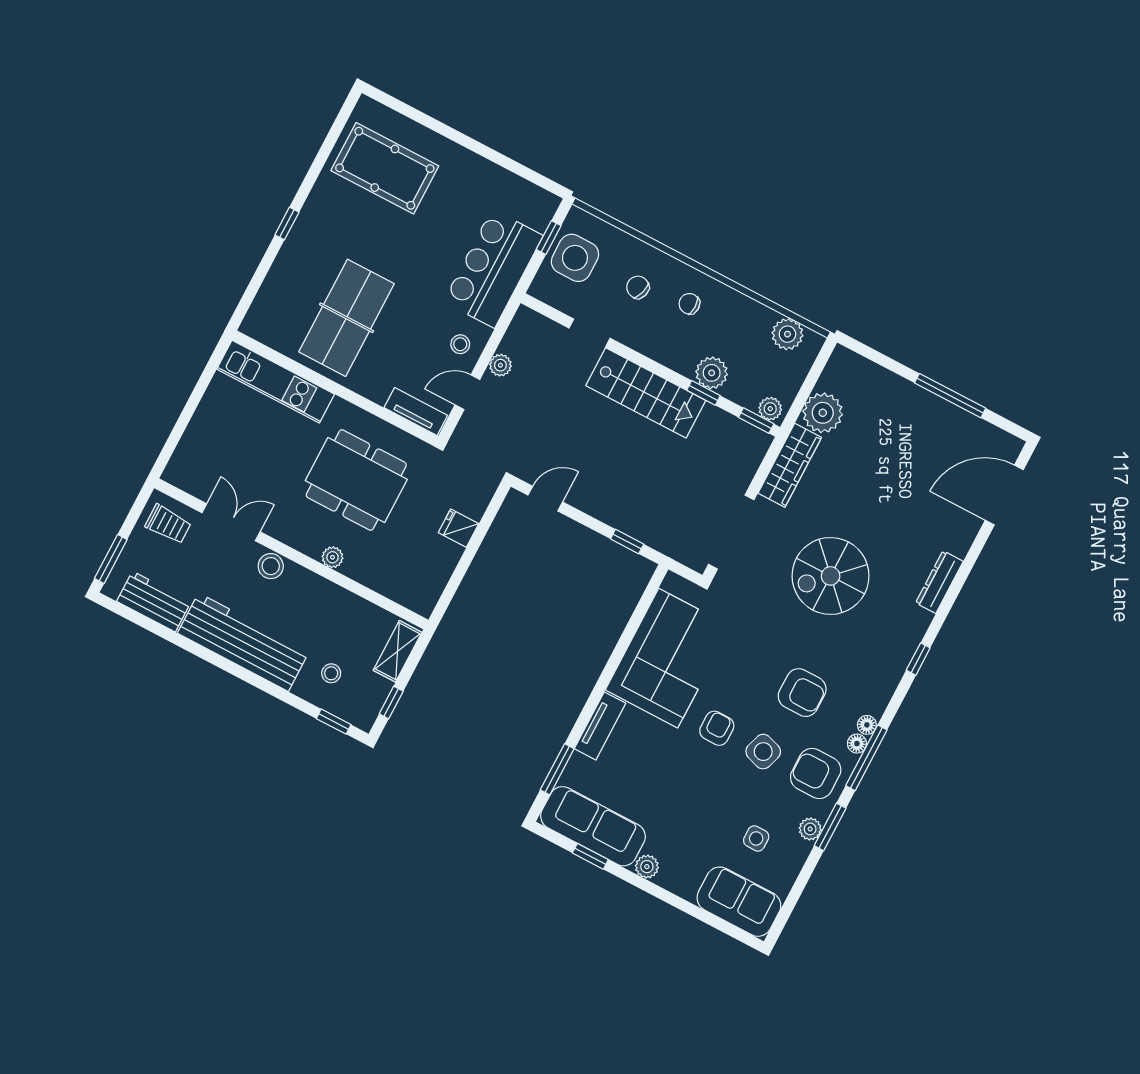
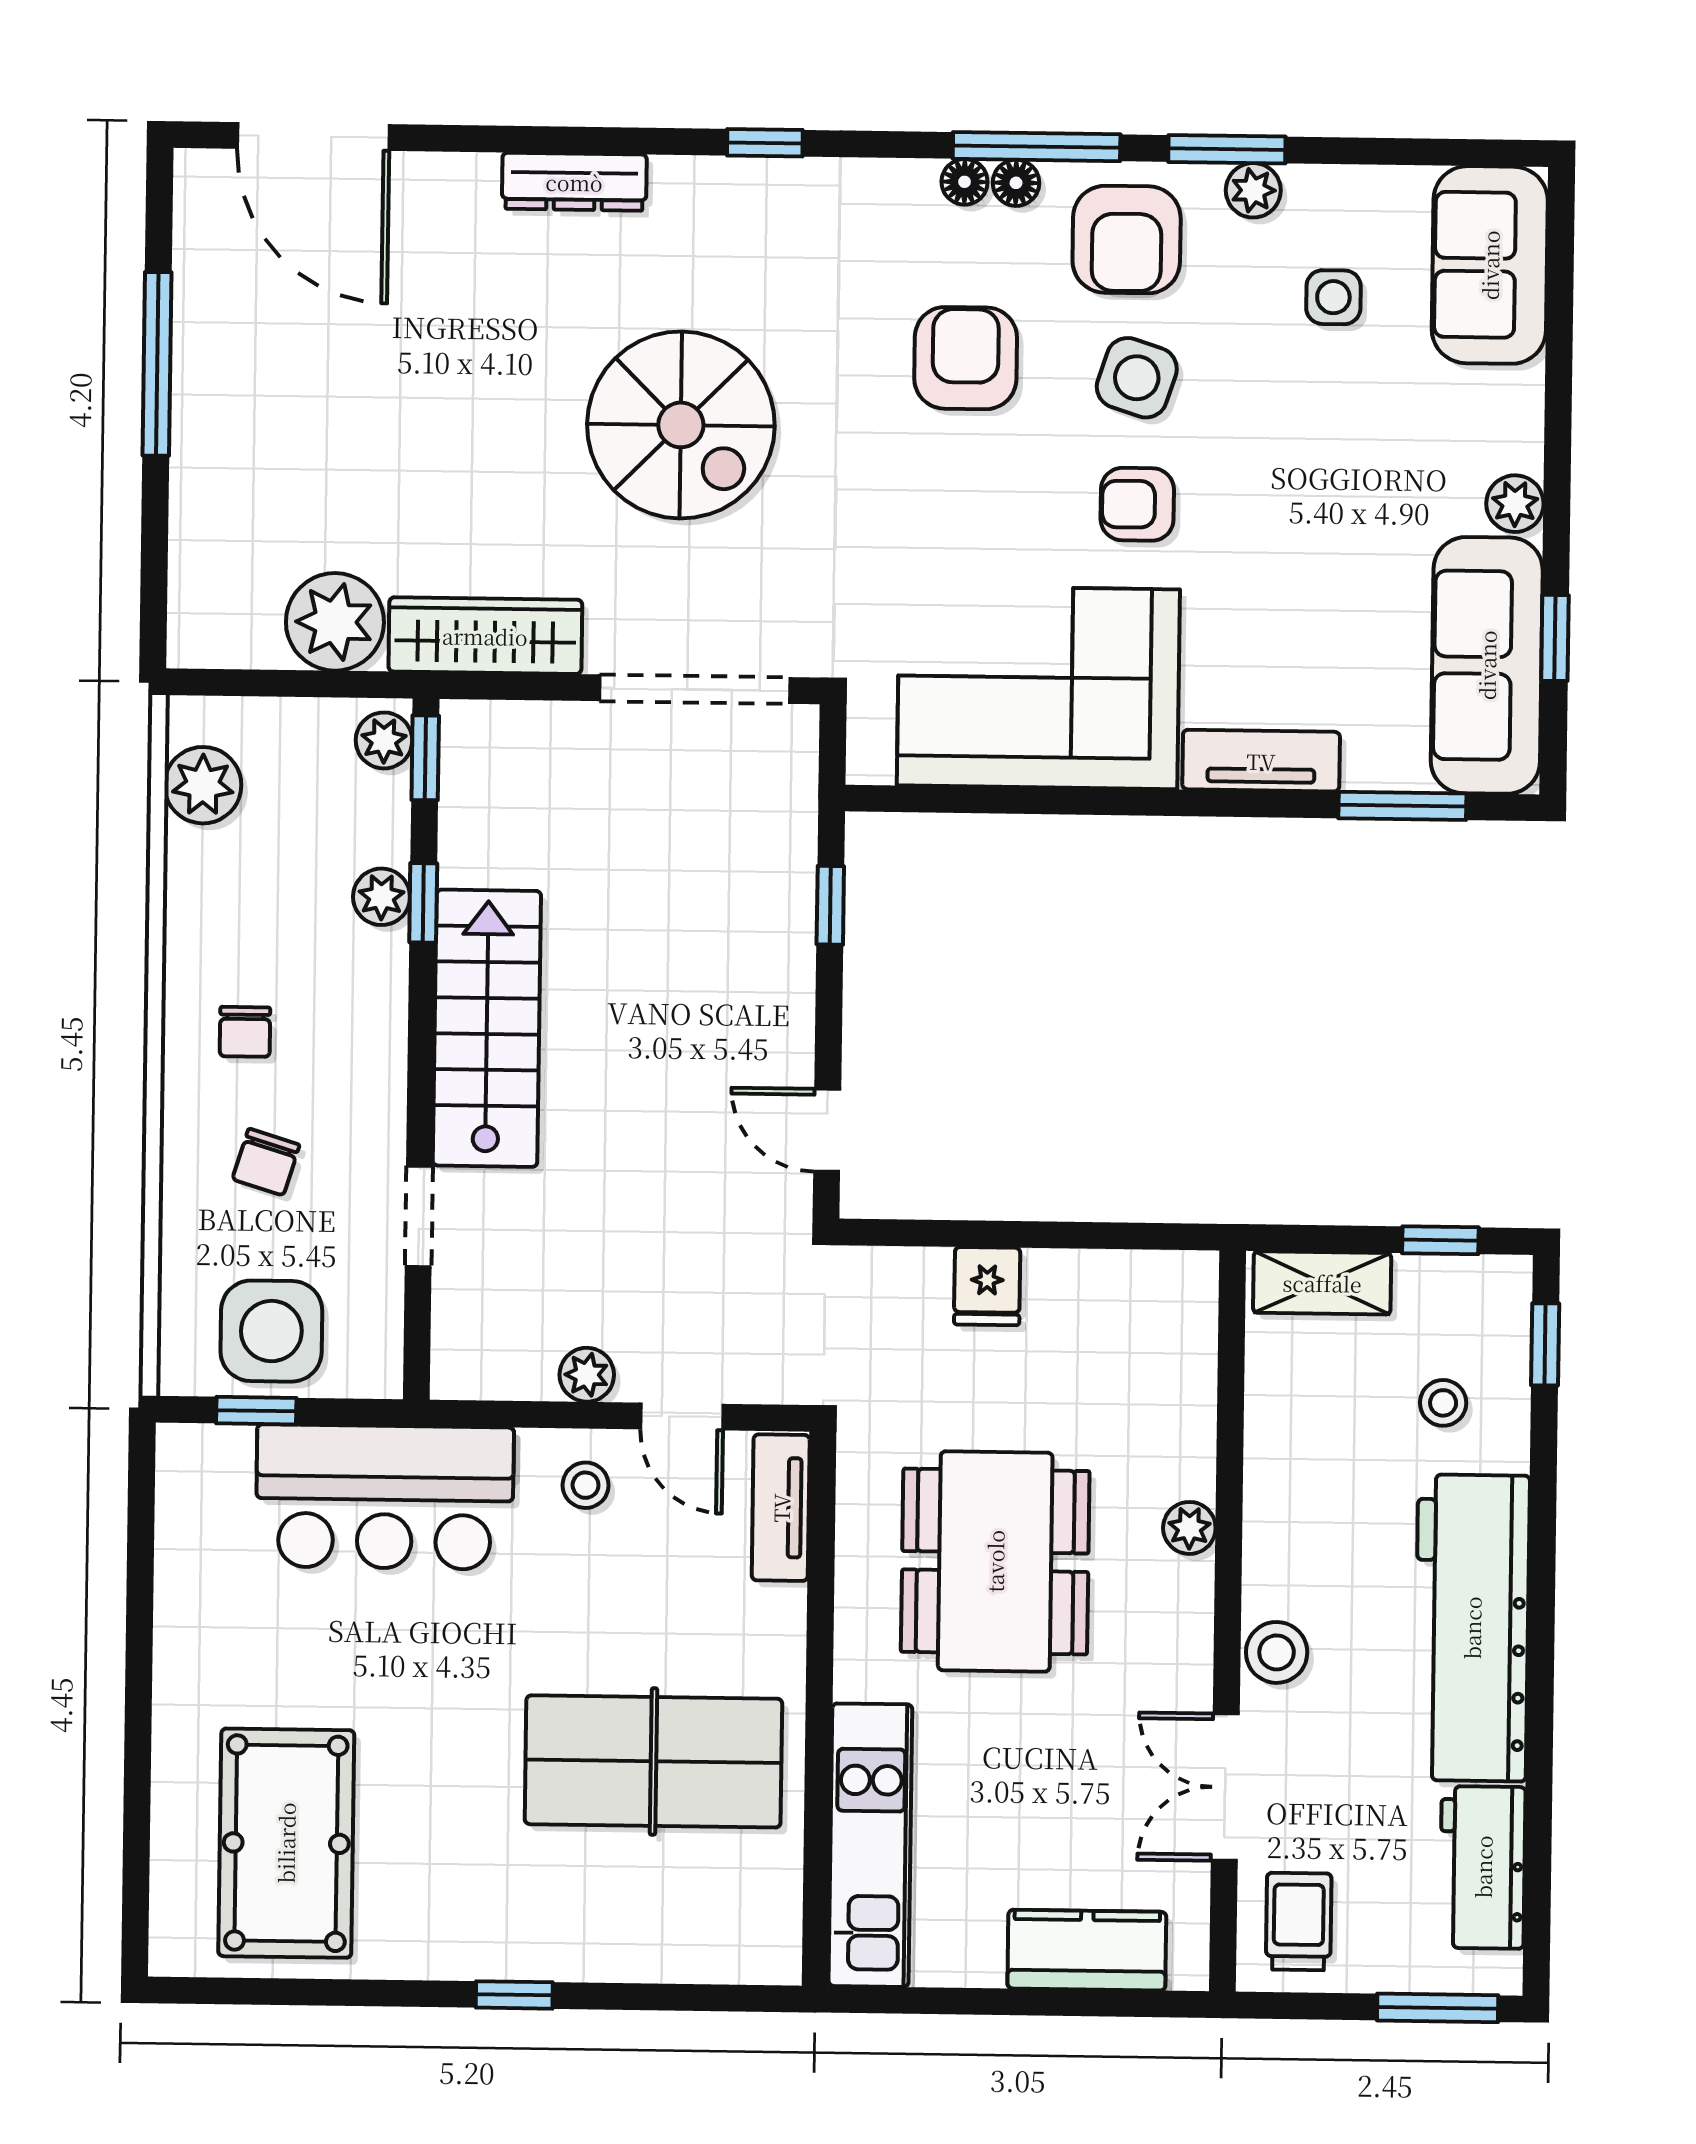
plant: (712, 373) -> (382, 897), width x0.73, depth x0.73
kitchen counter: (197, 441) -> (1087, 1950), added

